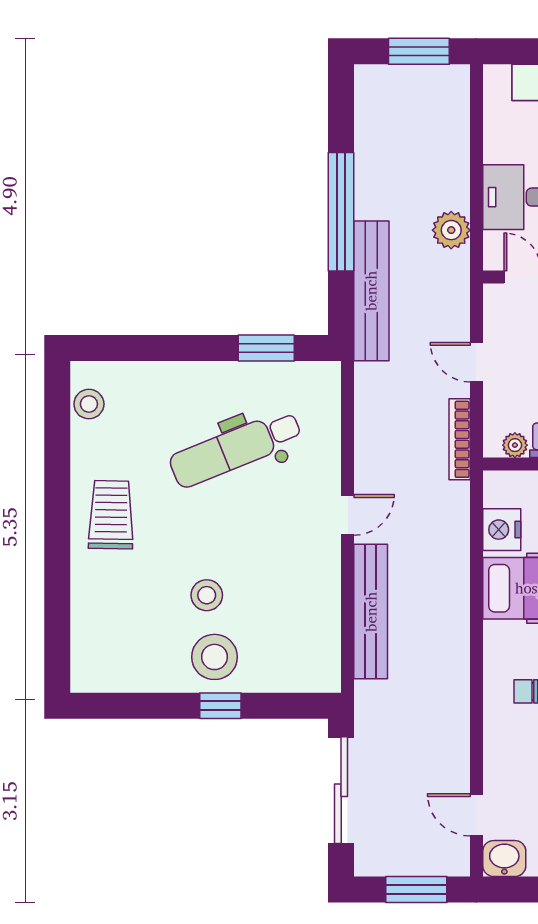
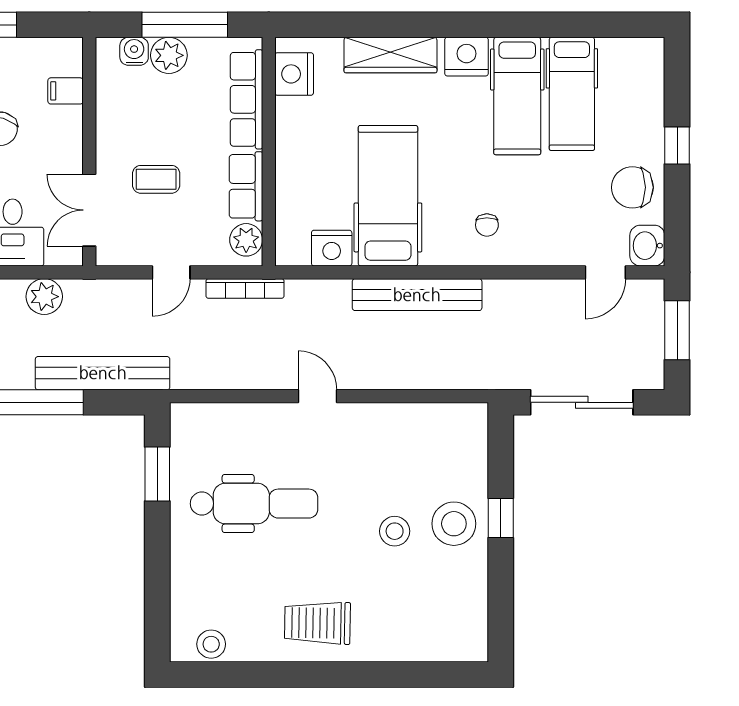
plant: (515, 445) -> (246, 240), width x1.38, depth x1.38
dental chair: (236, 449) -> (254, 504), turned -68
bench: (371, 612) -> (417, 295), moved

